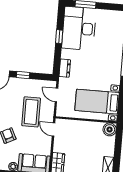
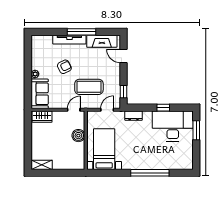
window: (23, 75) -> (124, 92), moved
boiler: (110, 129) -> (78, 136), moved

